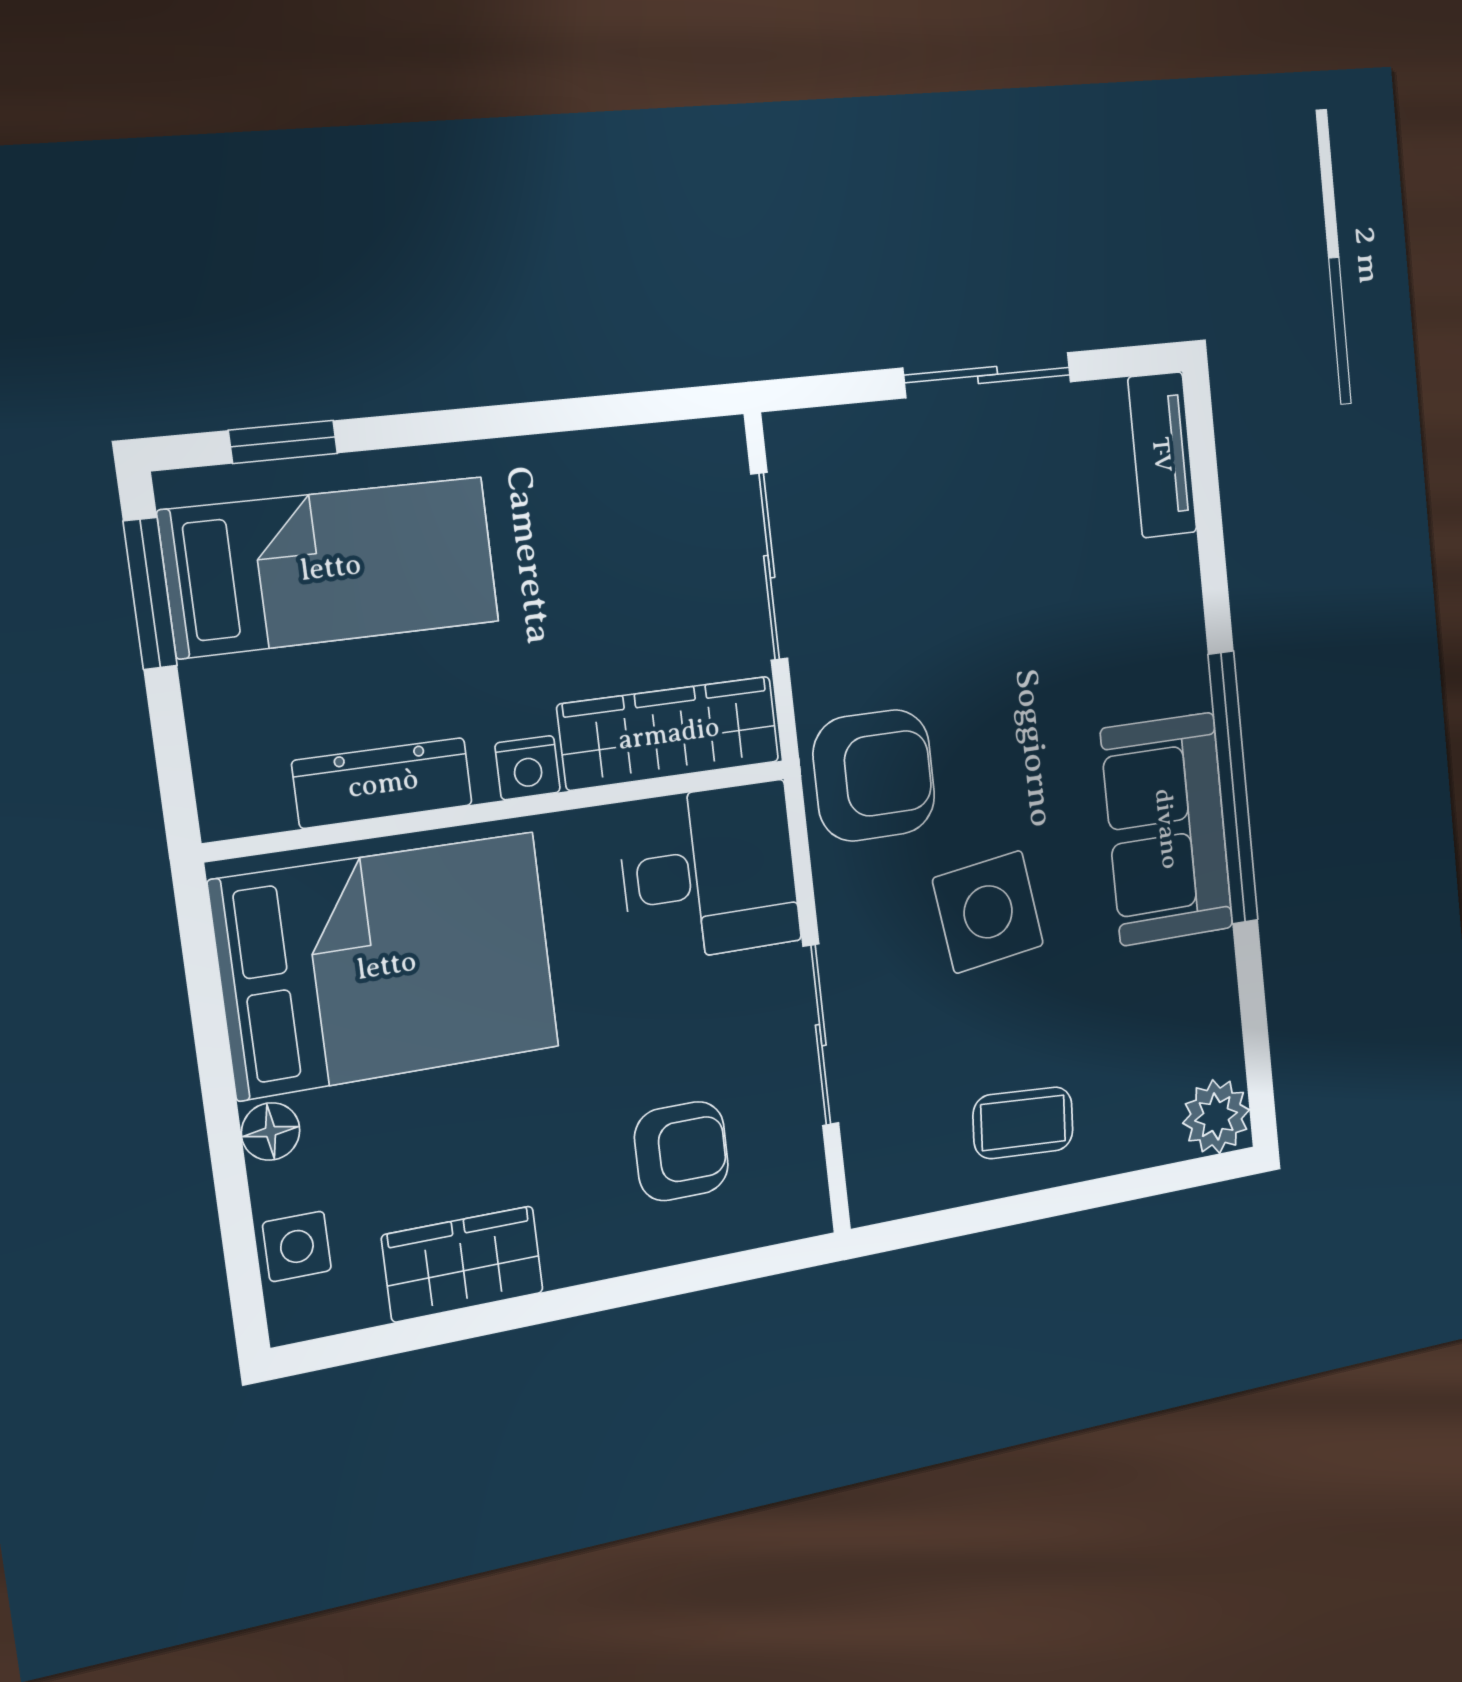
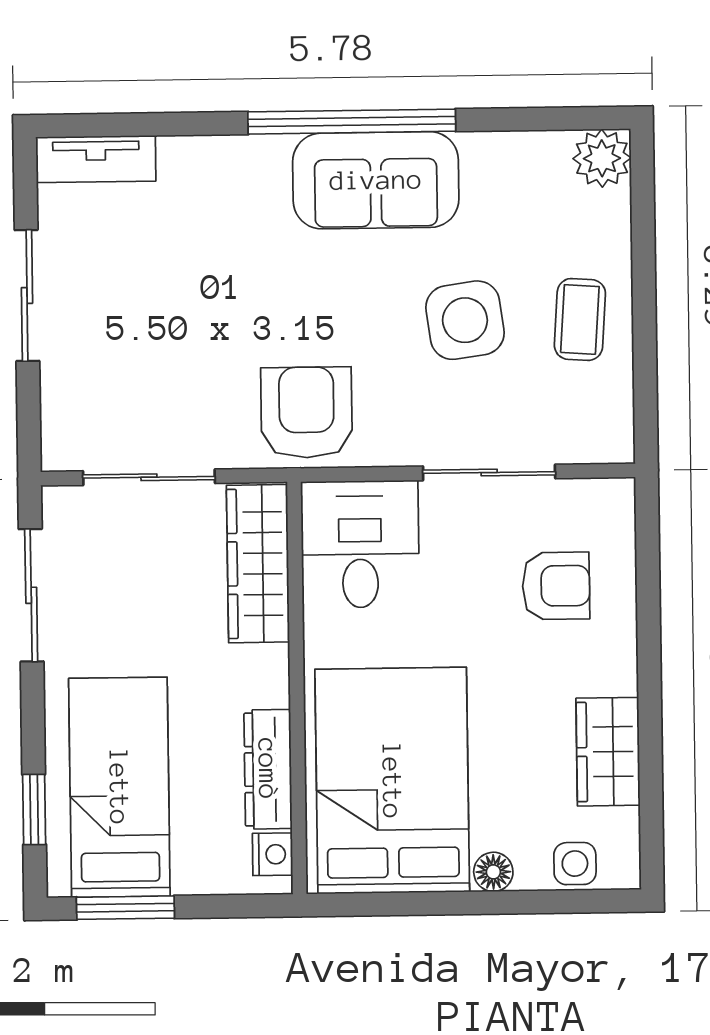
sliding door: (592, 413) -> (31, 595), added
nightstand: (528, 768) -> (273, 854), moved
side table: (988, 912) -> (465, 320), moved
armchair: (681, 1151) -> (556, 586), turned 90

